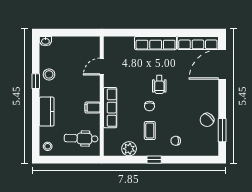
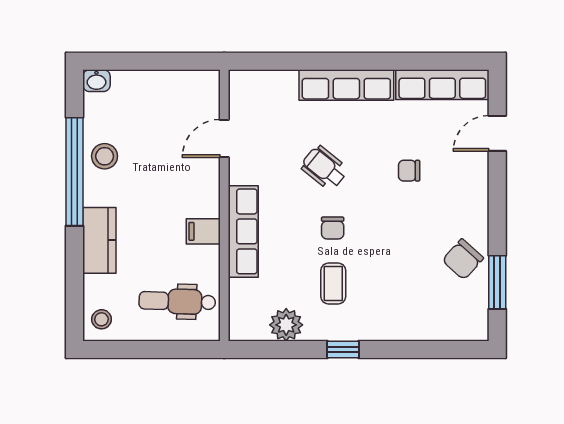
door: (222, 64) -> (497, 133), width x0.53
window: (36, 81) -> (75, 172), width x3.17
wheelchair: (159, 85) -> (324, 168), moved, turned 129
chair: (176, 141) -> (409, 171), moved

